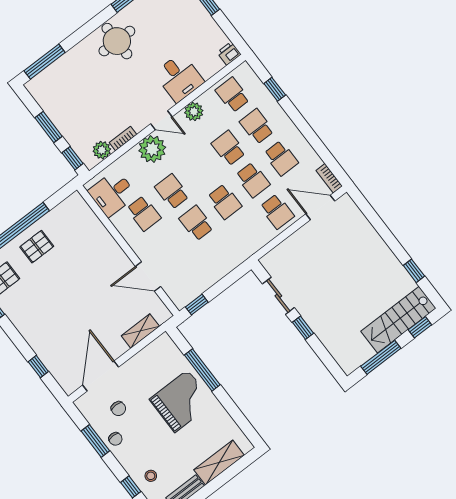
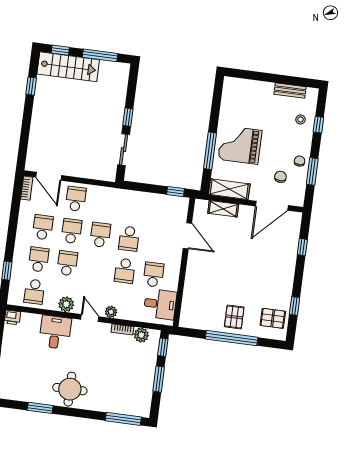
school desk: (257, 127) -> (39, 259), turned 180
school desk: (229, 148) -> (67, 263), turned 180
plant: (152, 149) -> (111, 312), width x0.53, depth x0.53
pallet: (37, 247) -> (234, 317), turned 90
shelving: (219, 463) -> (229, 189), moved

